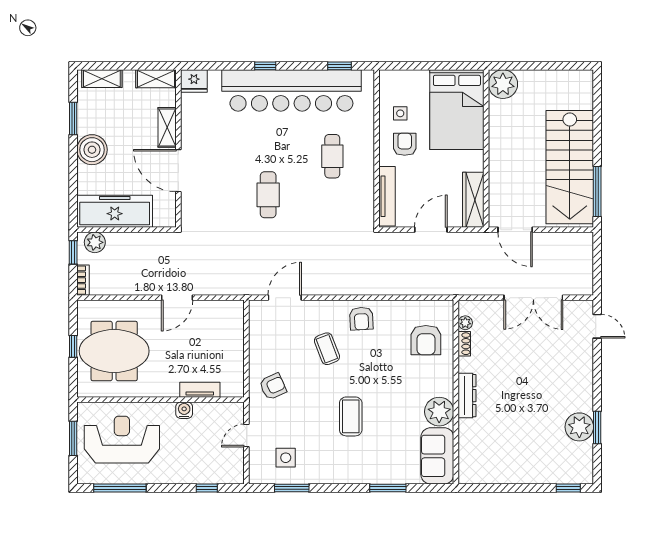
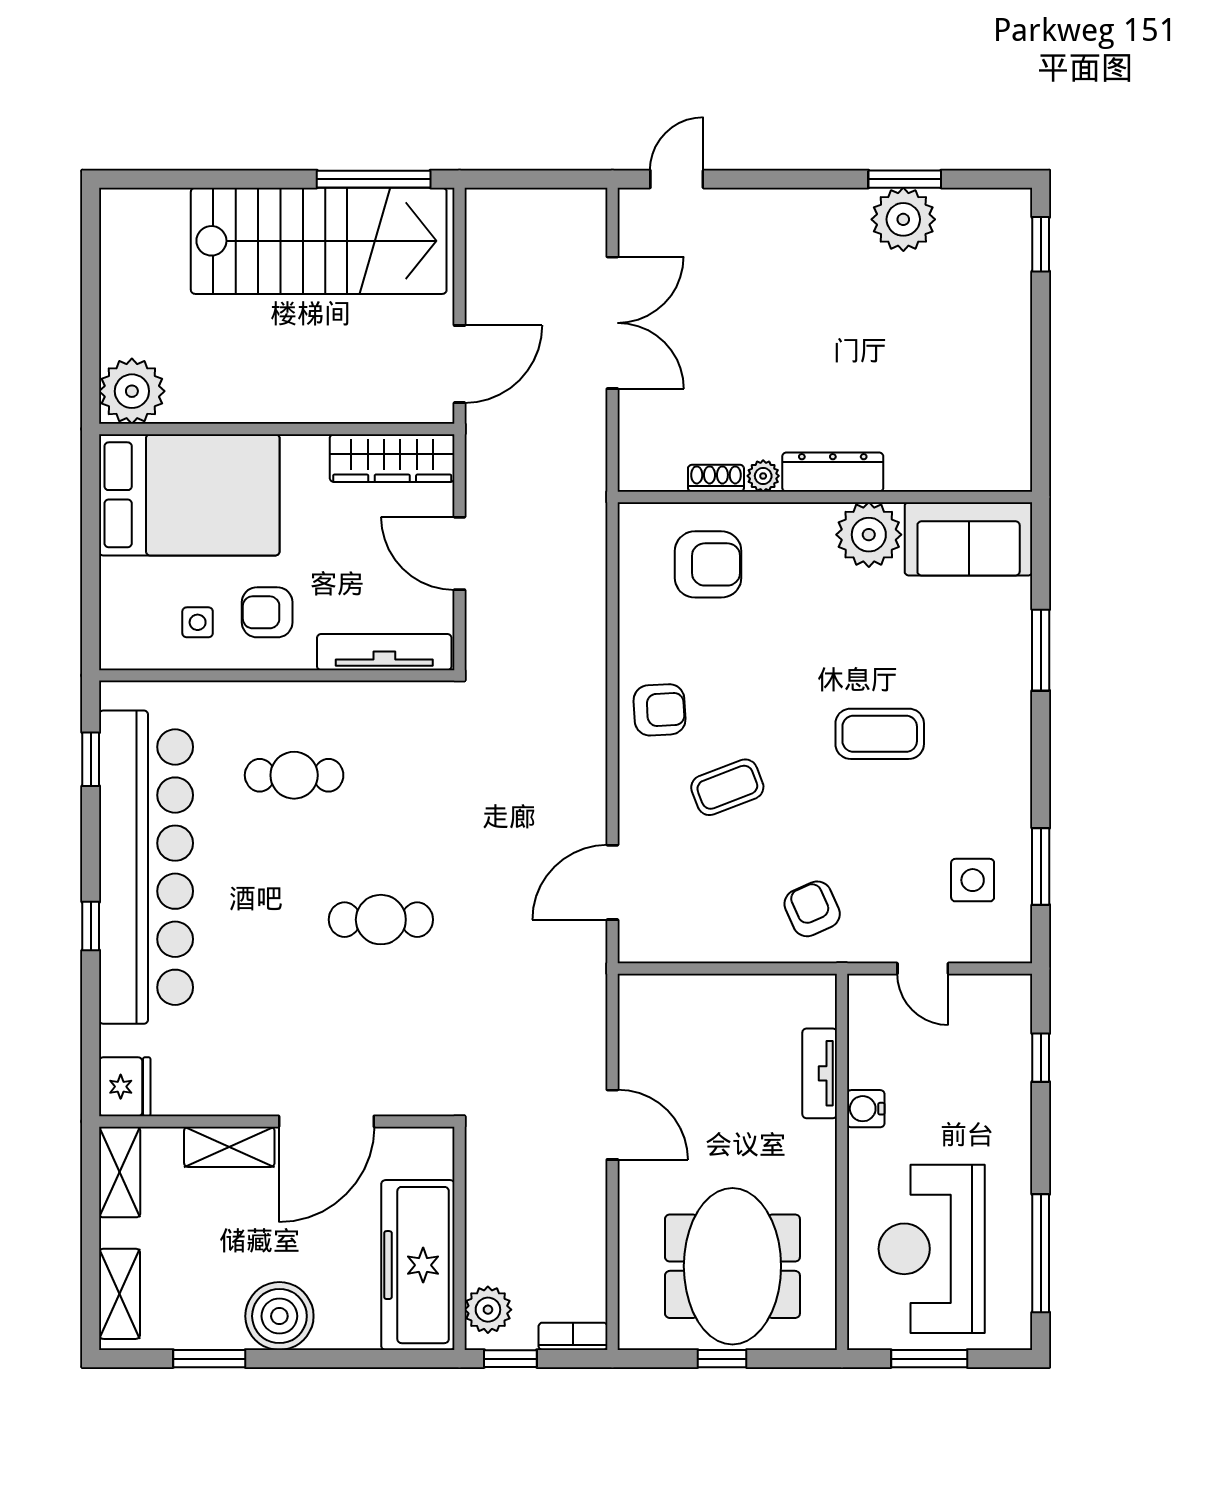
door: (285, 298) -> (612, 882), hinge flipped
plant: (465, 323) -> (763, 476), moved

